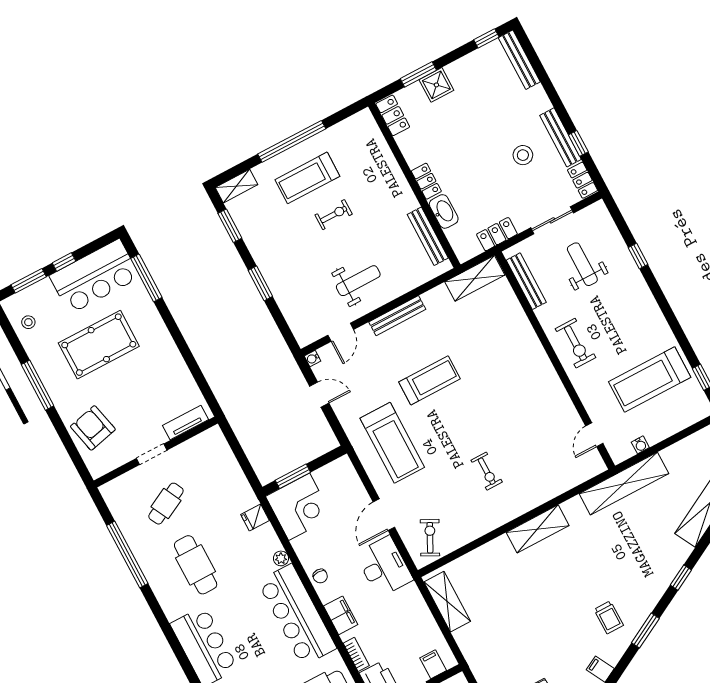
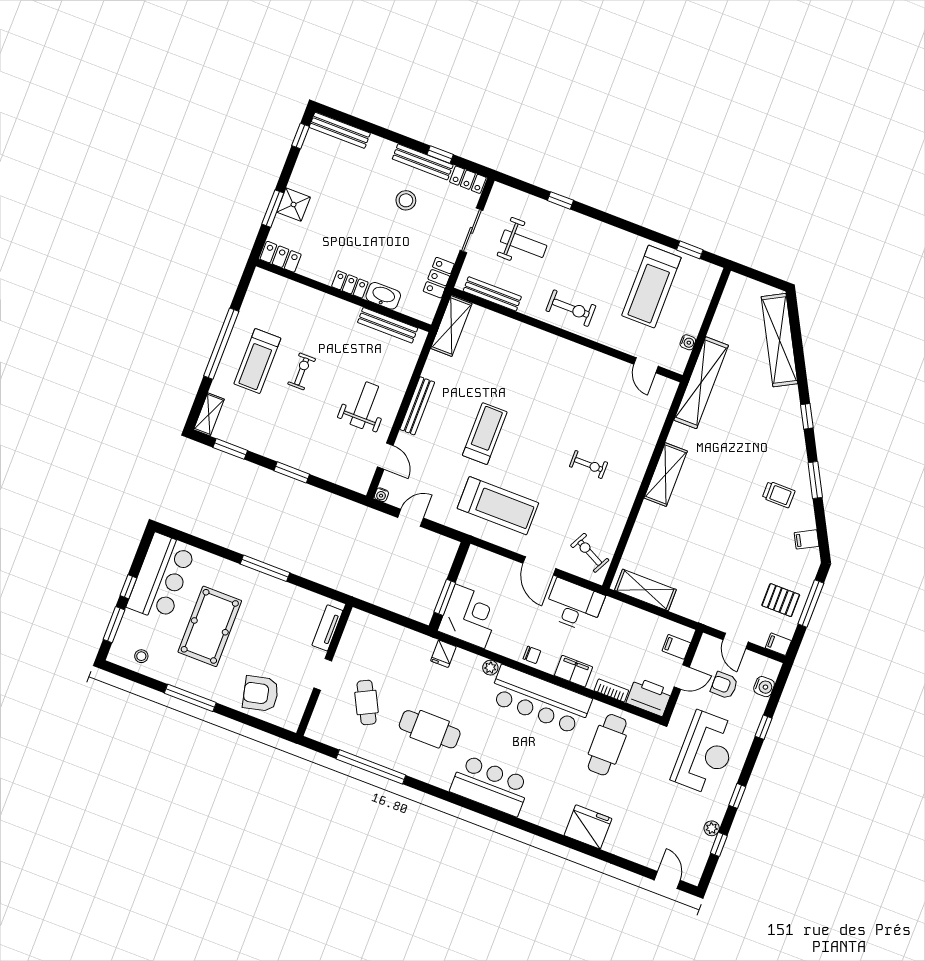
weight bench: (582, 264) -> (524, 244), turned 180
window: (146, 278) -> (265, 568), moved

